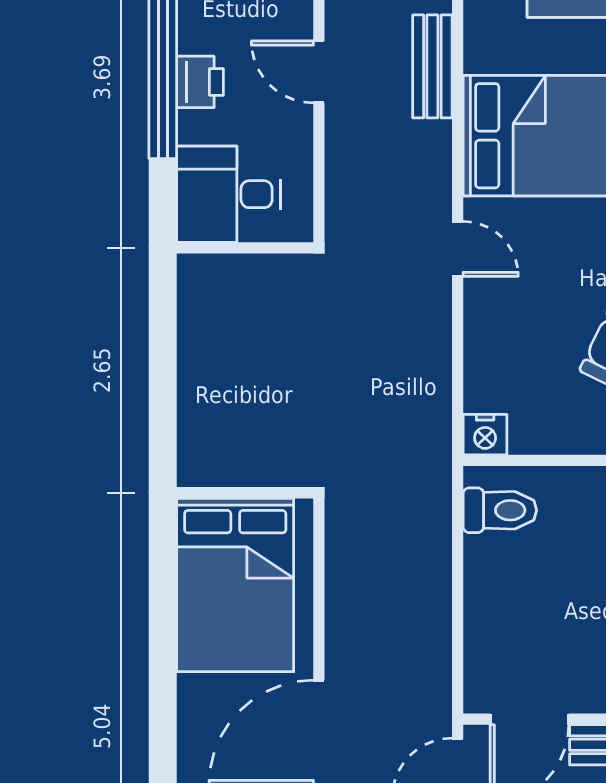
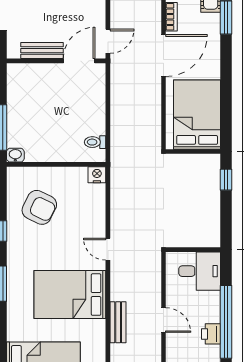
printer: (200, 82) -> (211, 334), moved
window: (163, 423) -> (226, 180), added
toilet: (500, 510) -> (95, 142), width x0.73, depth x0.72

